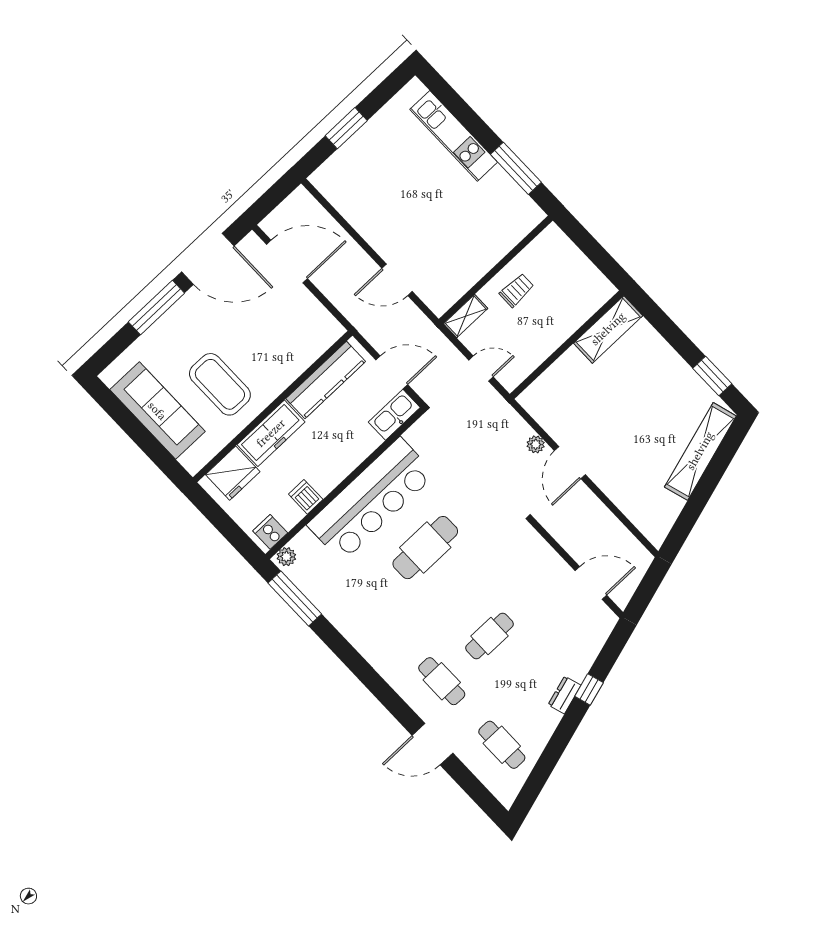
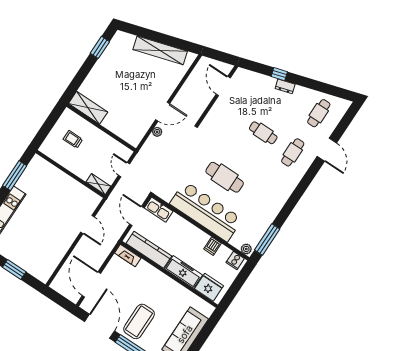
trolley: (517, 290) -> (73, 139), moved
fireplace: (324, 339) -> (128, 256), added
coffee table: (220, 384) -> (139, 321), moved
shelving: (700, 451) -> (160, 50), moved

